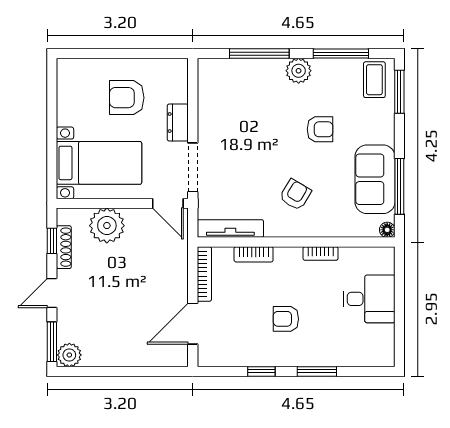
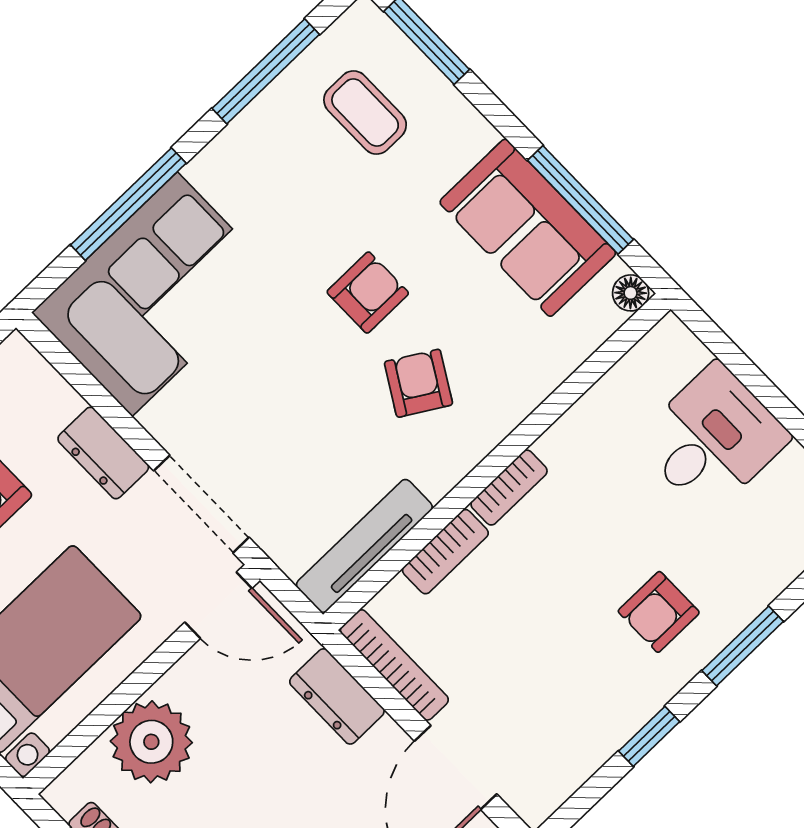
plant: (299, 71) -> (222, 169), removed
coffee table: (374, 80) -> (365, 113), moved
corner sofa: (241, 89) -> (155, 294), added
armchair: (320, 129) -> (368, 293), moved
bookcase: (321, 254) -> (509, 488), moved
dresser: (177, 267) -> (337, 696), added
armchair: (286, 319) -> (659, 612), moved

